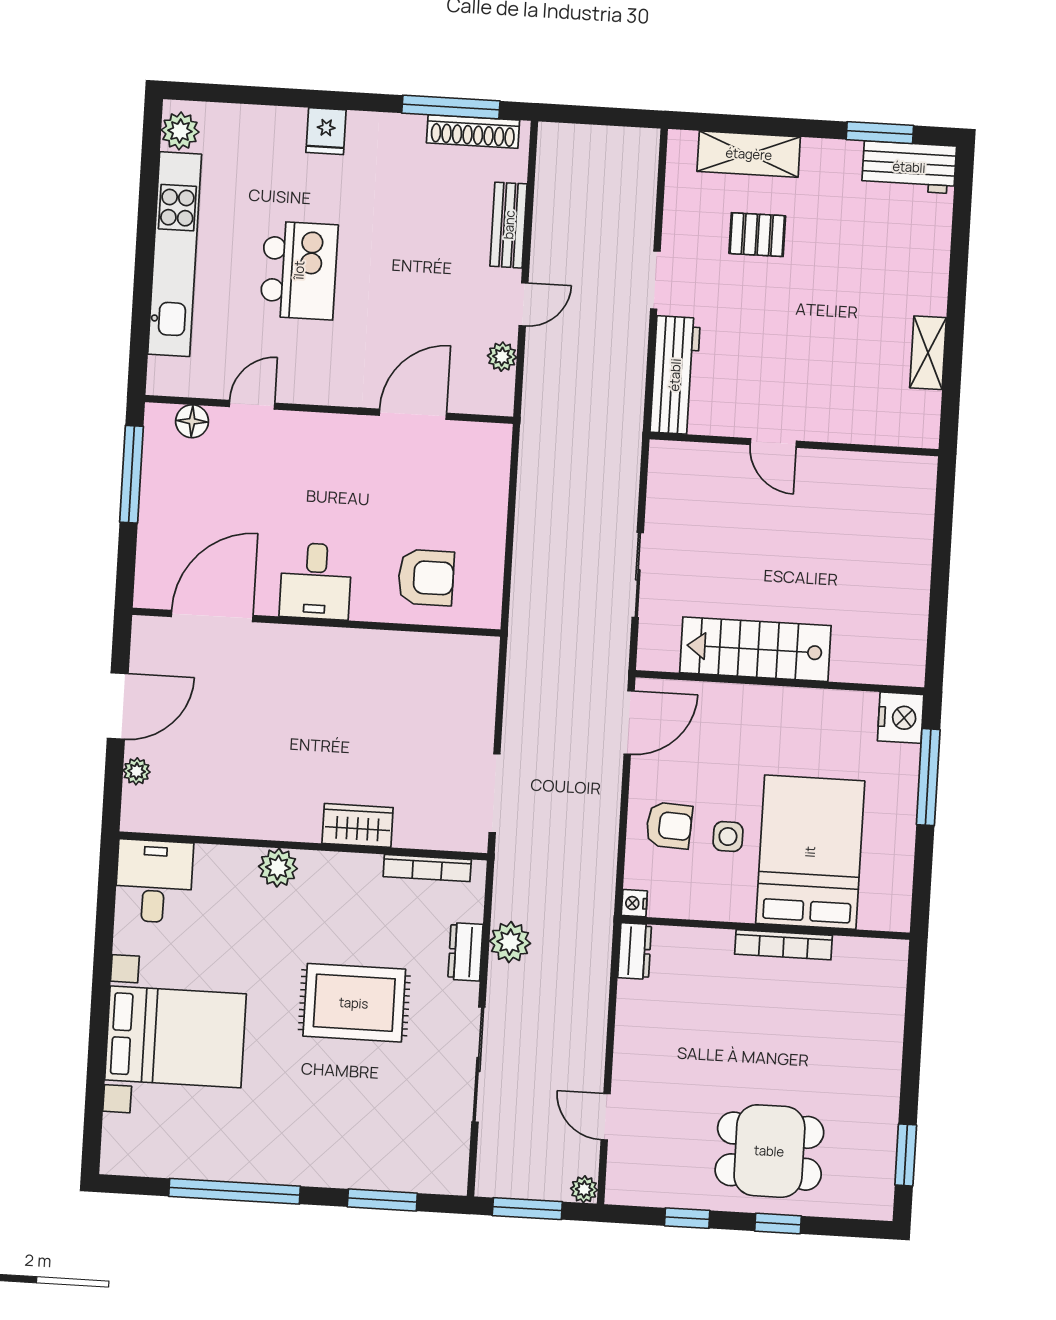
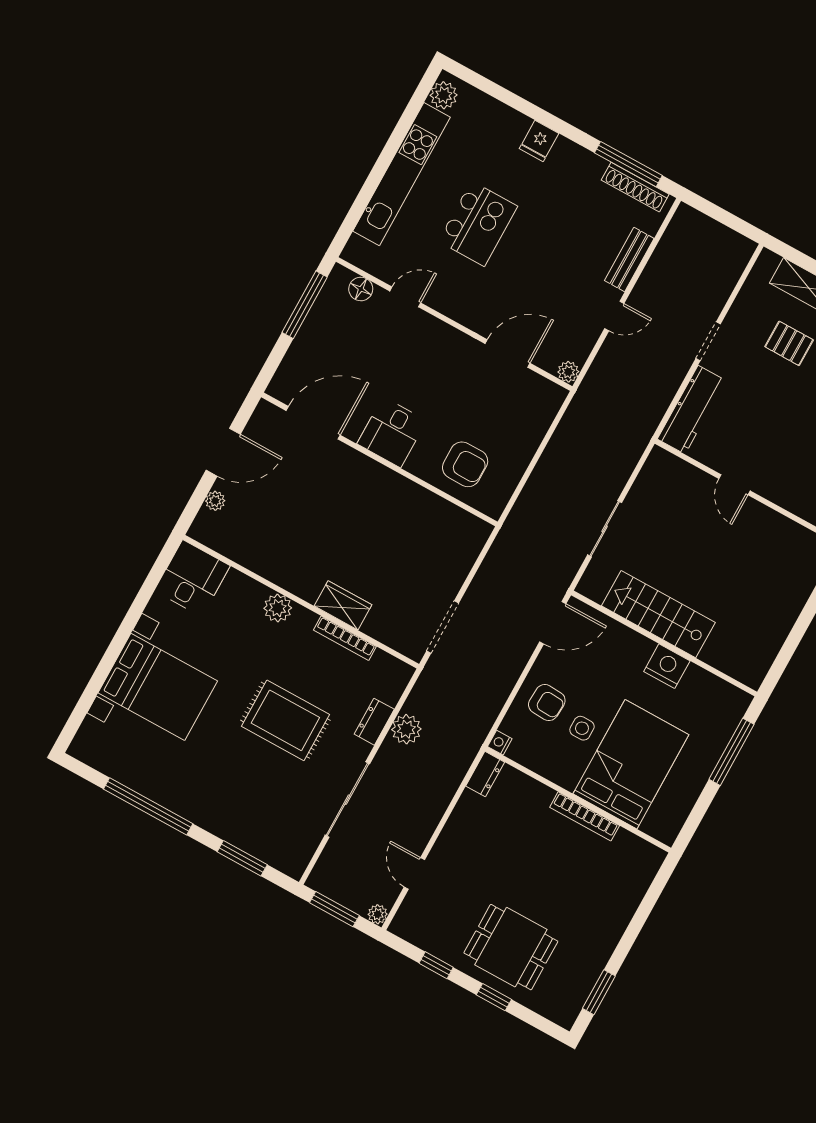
plant: (502, 357) -> (568, 372), moved
nightstand: (901, 718) -> (667, 666), moved, turned -90
bookcase: (427, 868) -> (345, 638), moved

